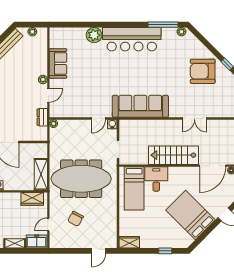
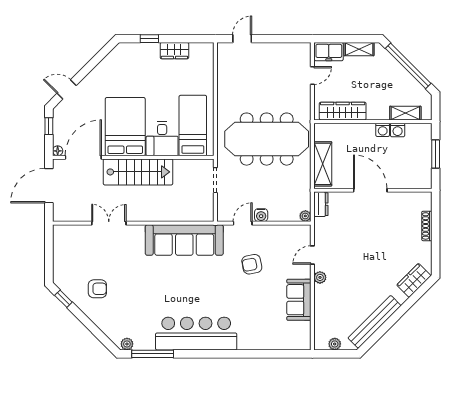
plant: (94, 35) -> (249, 339), removed
armchair: (203, 71) -> (97, 289), width x0.53, depth x0.53
armchair: (92, 89) -> (252, 264), added
dresser: (42, 117) -> (321, 204), moved
water cooler: (112, 124) -> (261, 215), moved
shelving: (41, 174) -> (323, 164), moved
wardrobe: (32, 199) -> (343, 111), width x1.50
bed: (191, 215) -> (125, 127), moved, turned -135
chair: (76, 219) -> (274, 83), removed
wardrobe: (129, 242) -> (174, 51), moved

